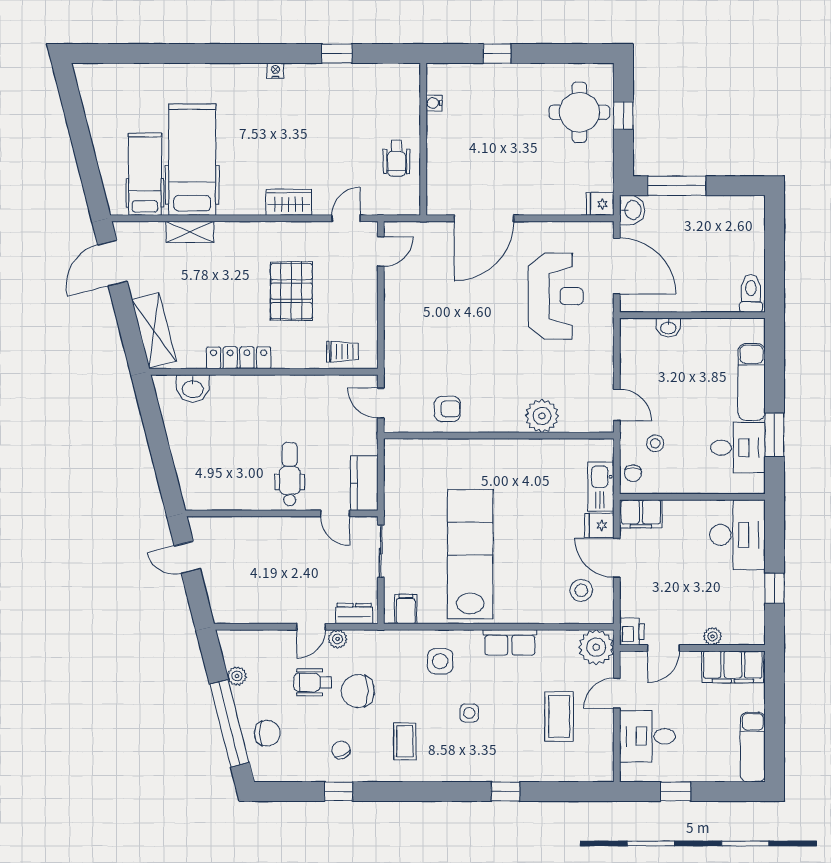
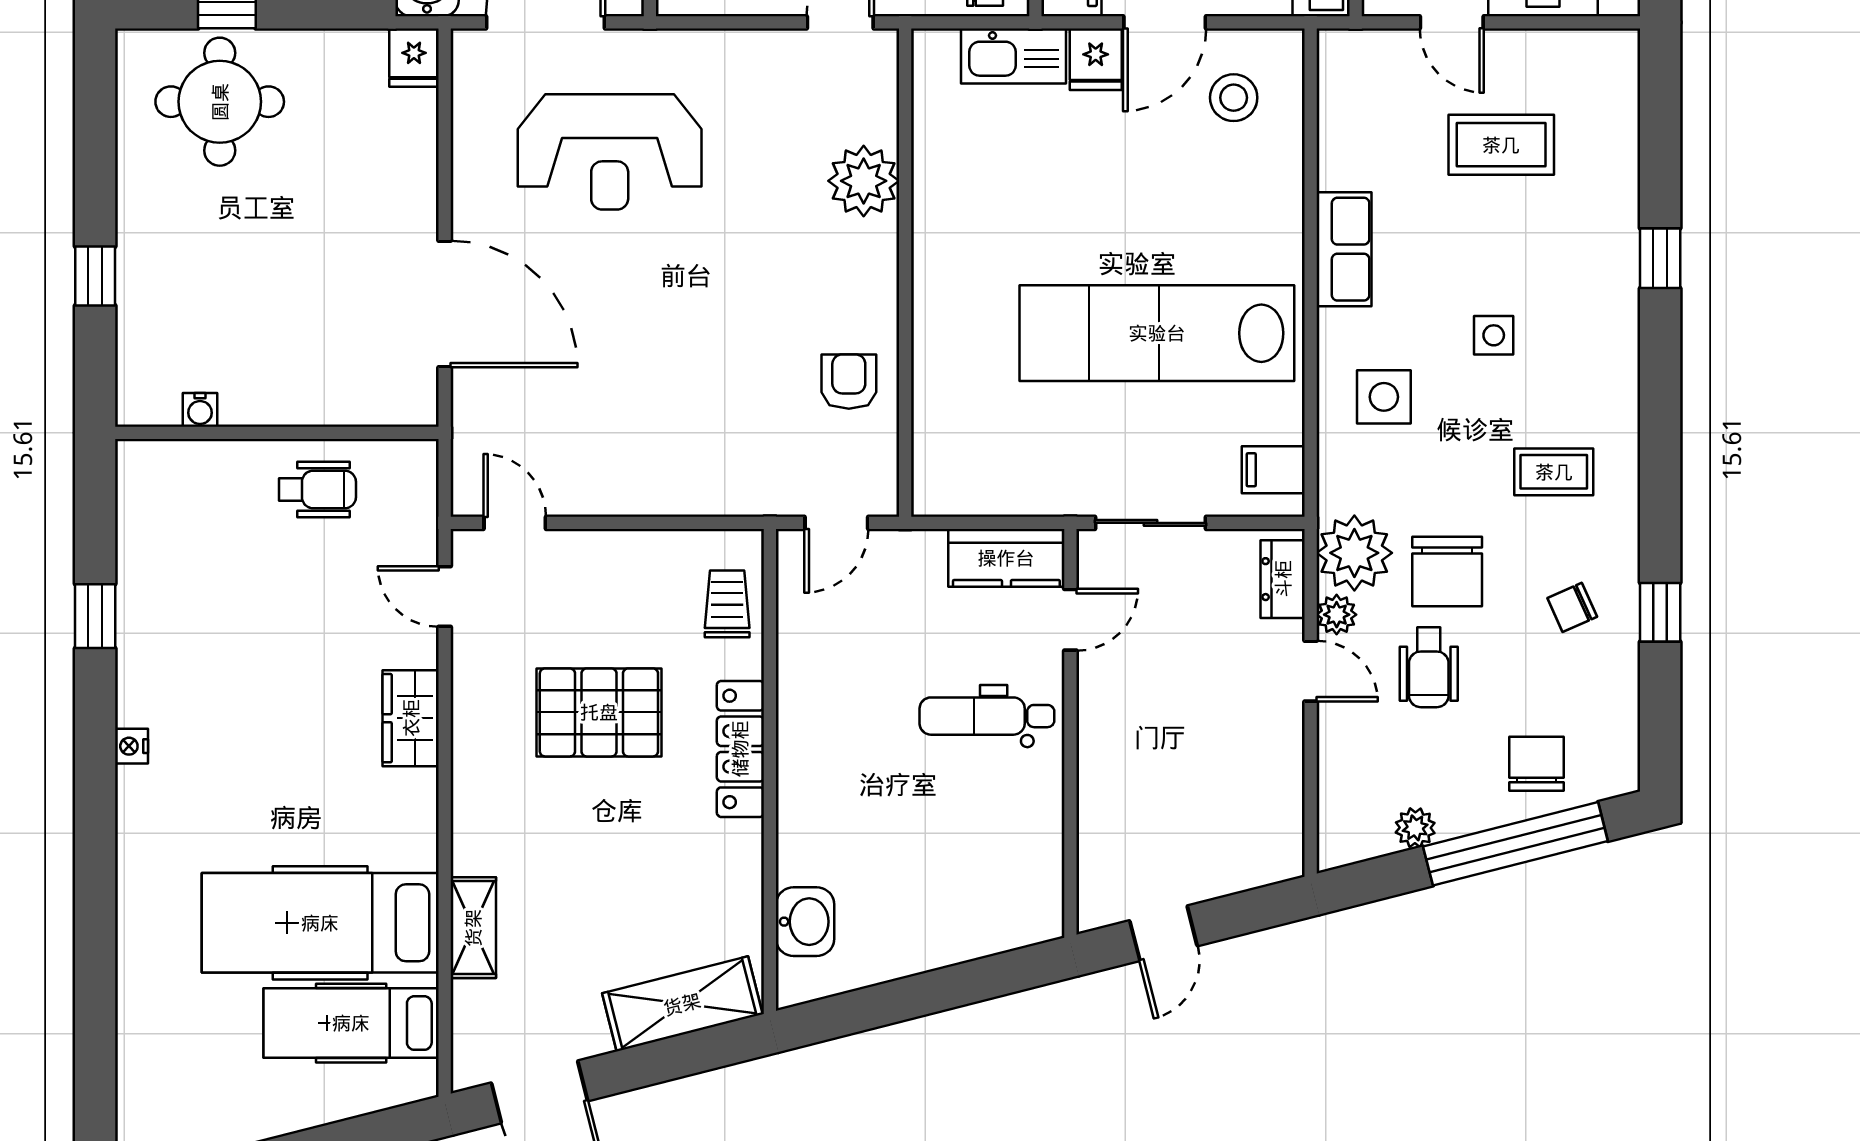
reception desk: (556, 296) -> (610, 152), turned 180
locker: (239, 358) -> (740, 749), moved
plant: (596, 647) -> (1354, 553), moved

